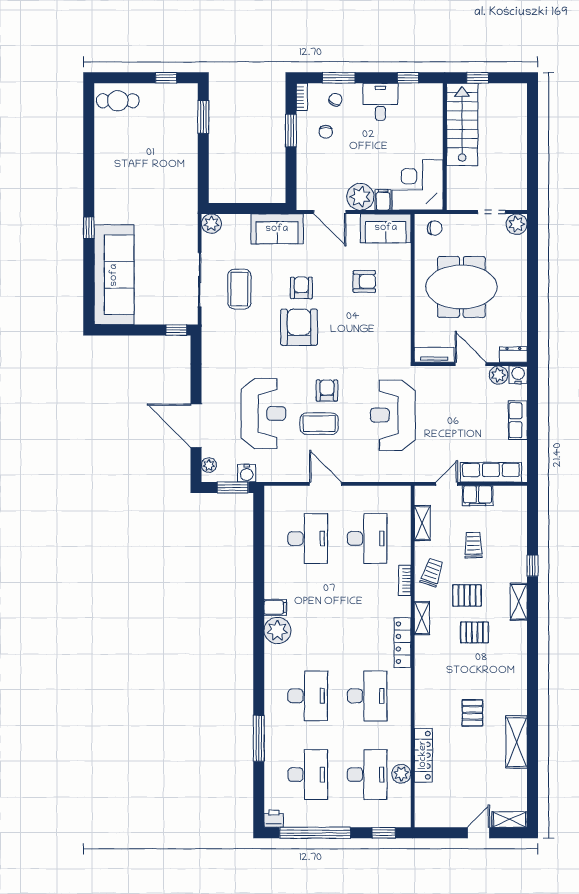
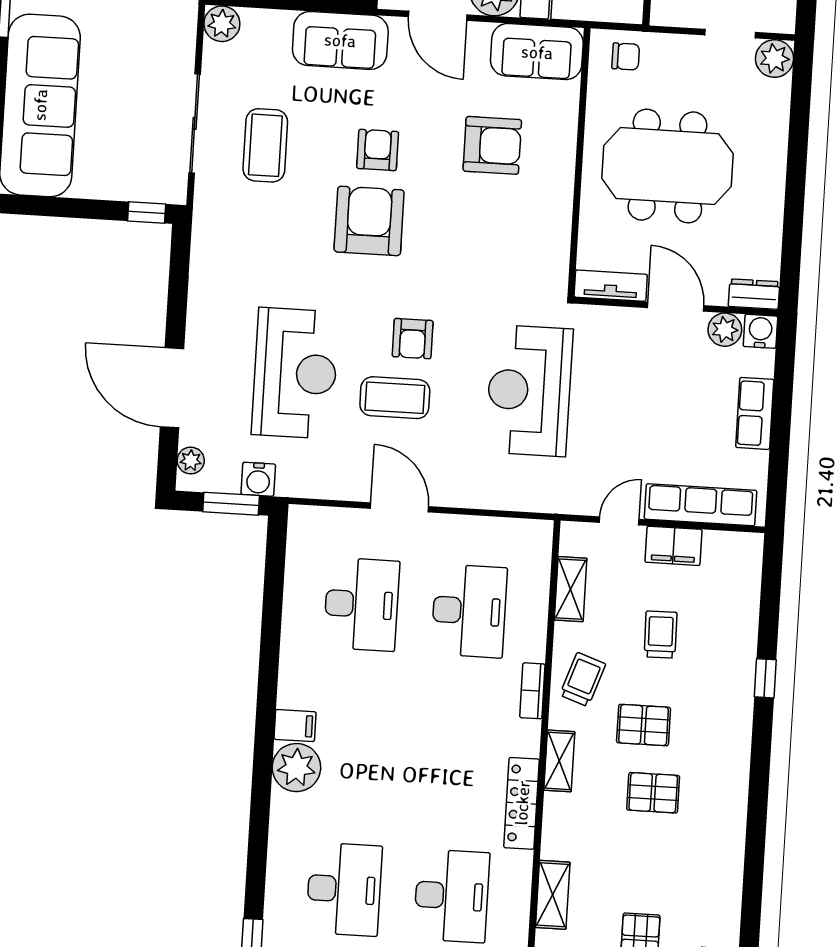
armchair: (364, 281) -> (492, 145), width x1.38, depth x1.38
armchair: (327, 391) -> (413, 339), turned 180
shelving: (519, 602) -> (553, 895), moved

